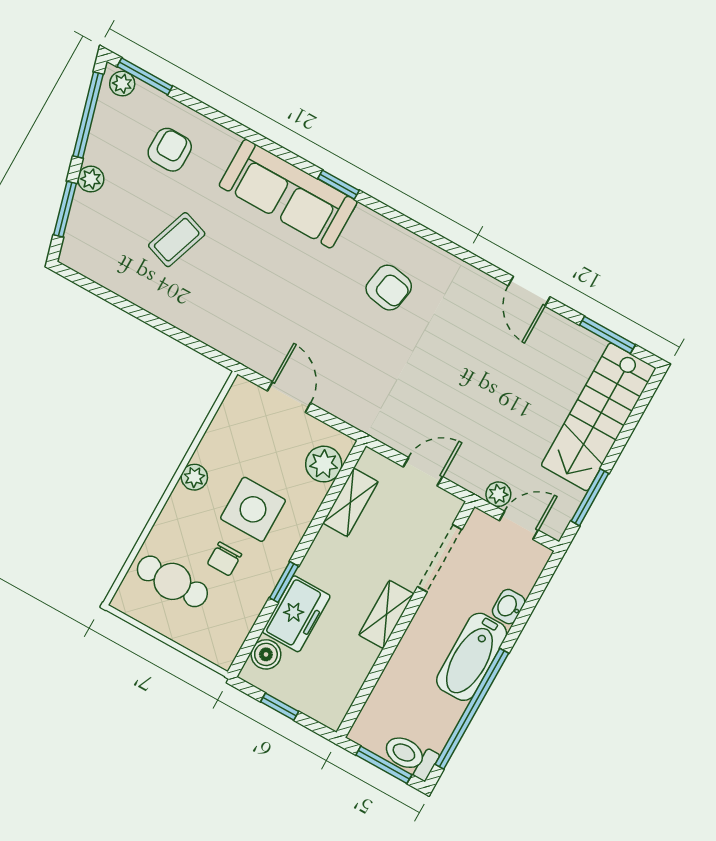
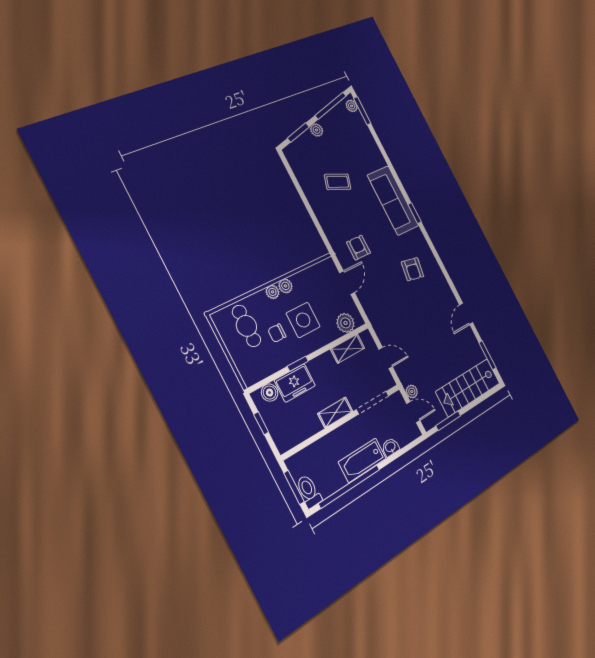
armchair: (170, 150) -> (358, 248), moved, turned -90
plant: (180, 501) -> (273, 292), added

